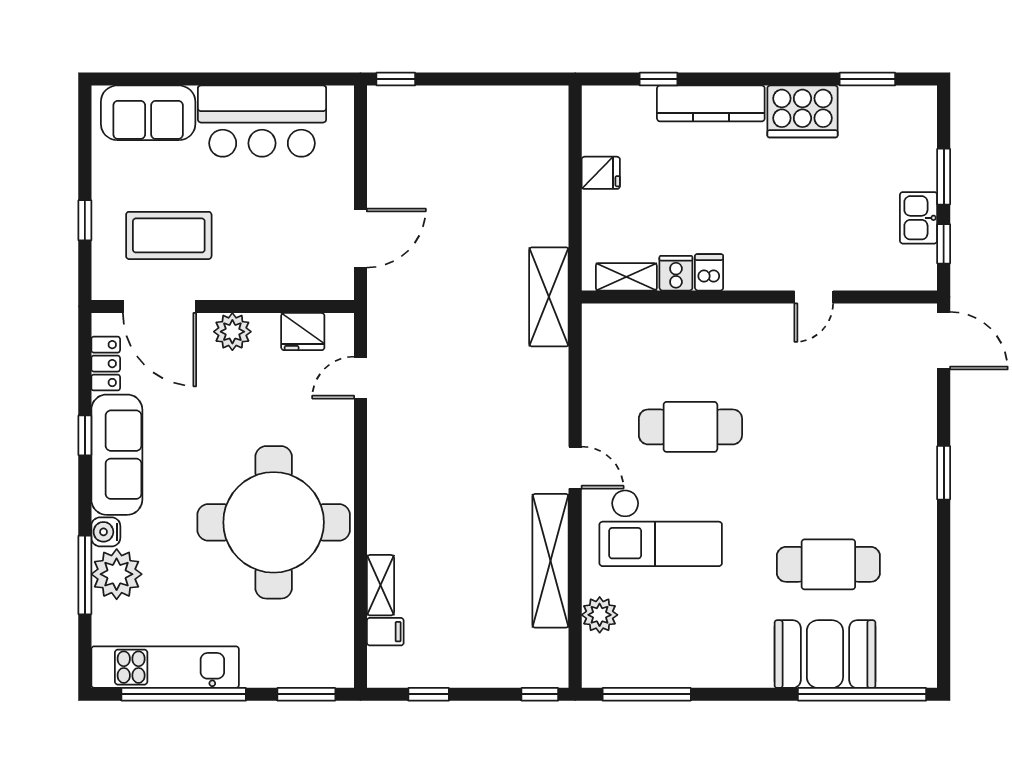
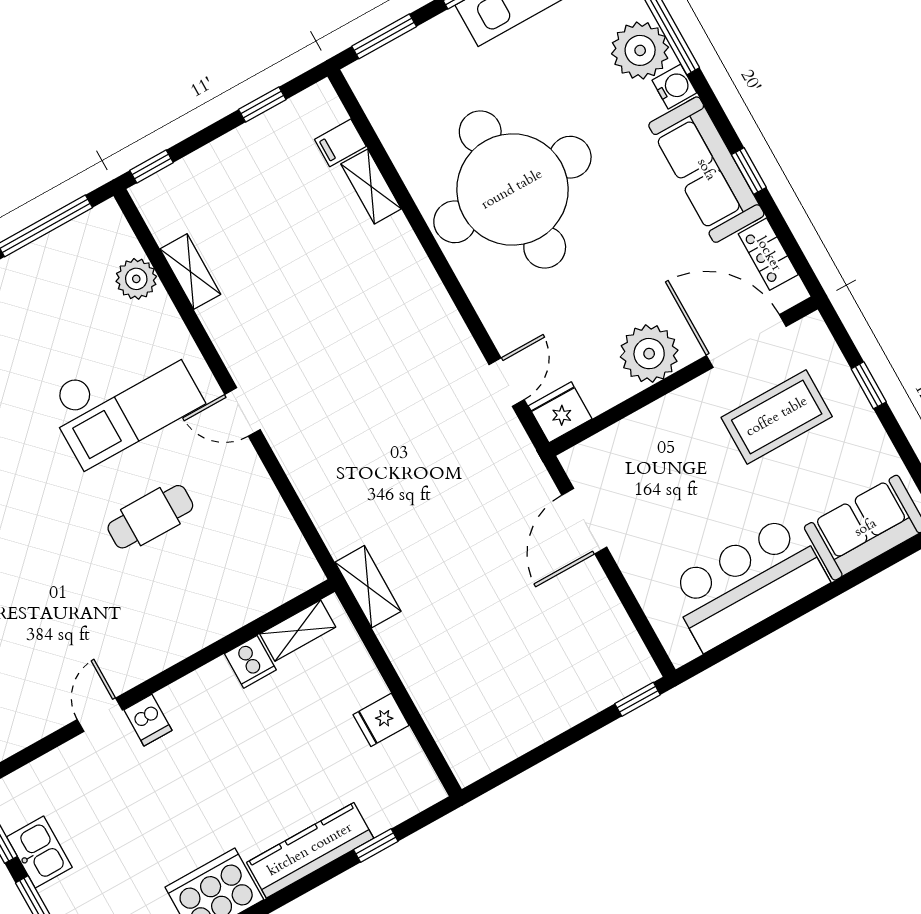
dishwasher: (709, 272) -> (148, 720), moved
shelving: (549, 297) -> (368, 587), width x0.67, depth x0.75
plant: (232, 332) -> (649, 354), width x1.36, depth x1.36
fridge: (303, 332) -> (560, 412), moved
cafe table: (690, 427) -> (150, 517), width x0.73, depth x0.74
checkout: (661, 528) -> (124, 400), turned 180
shelving: (551, 561) -> (190, 272), width x0.45, depth x0.75

